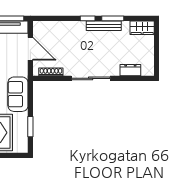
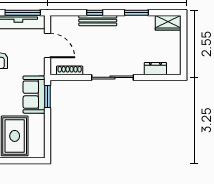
window: (88, 18) -> (95, 13), moved
bench: (104, 26) -> (98, 21), moved
window: (30, 127) -> (47, 96), moved

